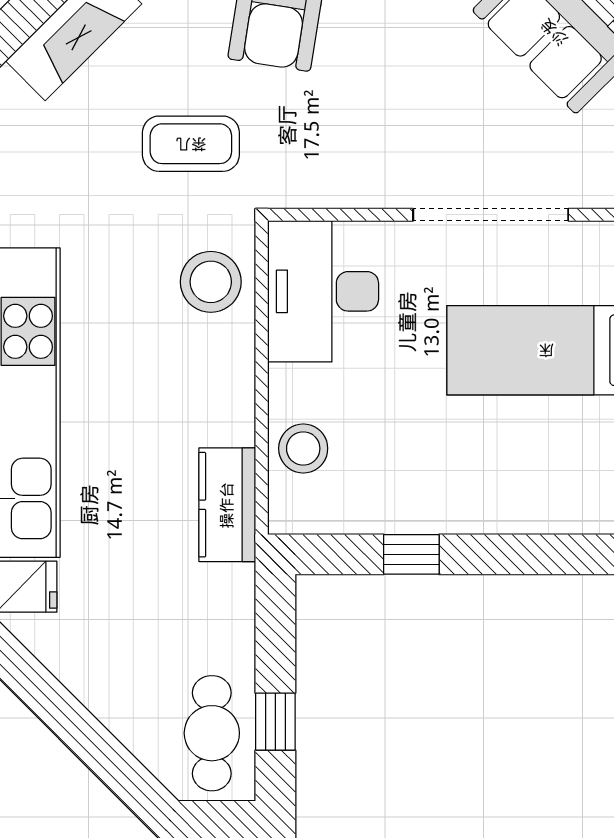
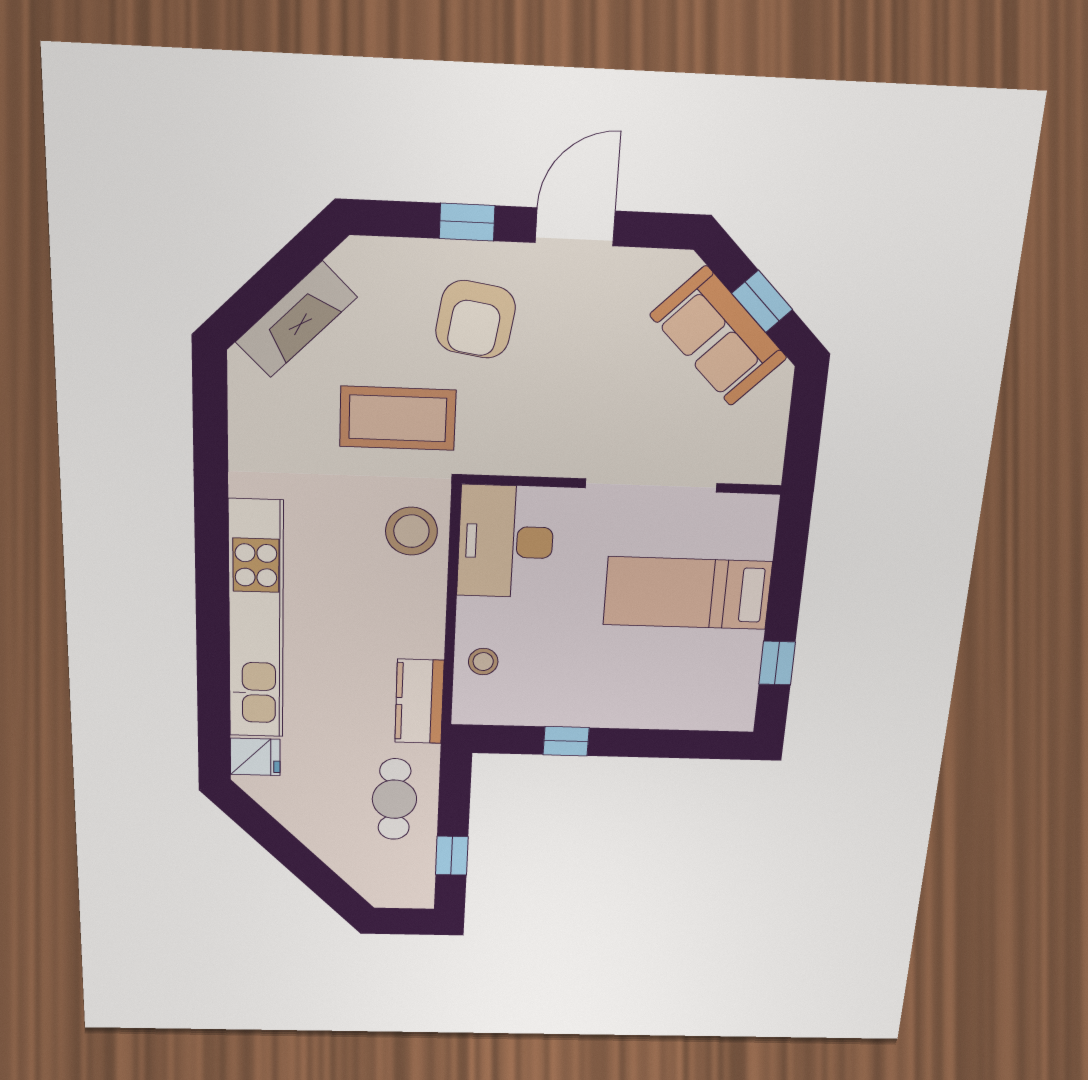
coffee table: (191, 144) -> (398, 418), width x1.36, depth x1.32
stool: (303, 448) -> (483, 662), width x0.73, depth x0.73
cafe table: (212, 733) -> (394, 799), moved

